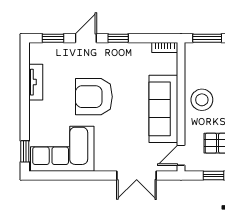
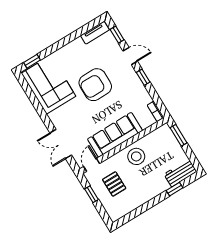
tv unit: (36, 82) -> (95, 33), moved
armchair: (94, 97) -> (95, 85), turned -90
door: (181, 155) -> (92, 165), hinge flipped

